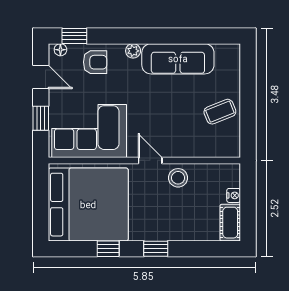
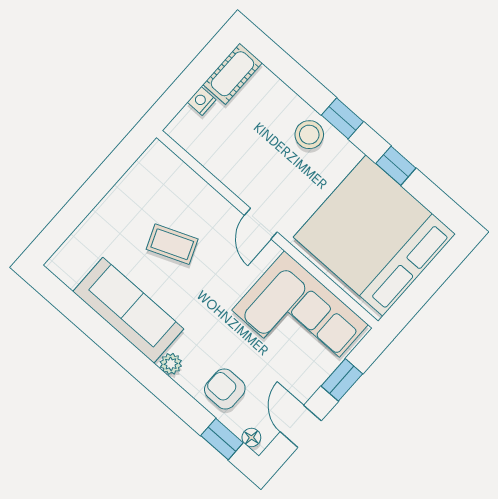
coffee table: (220, 112) -> (172, 244), moved
stool: (178, 178) -> (309, 135), moved

